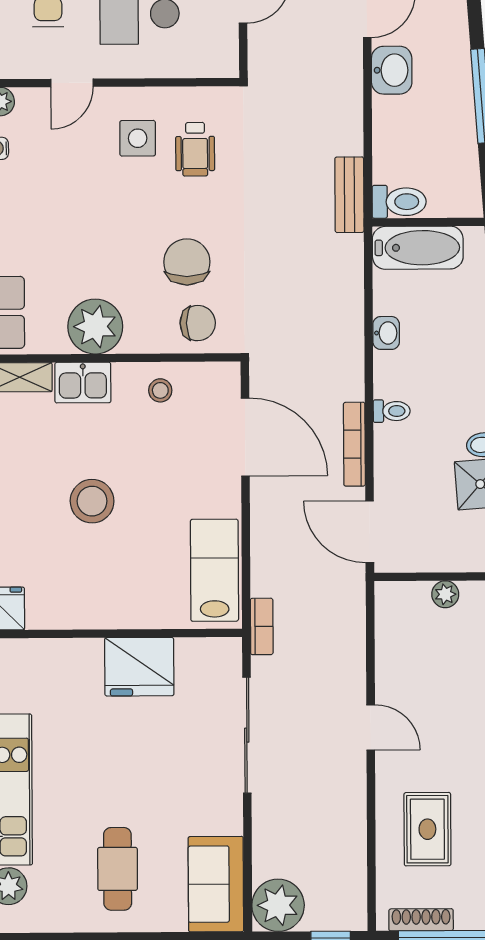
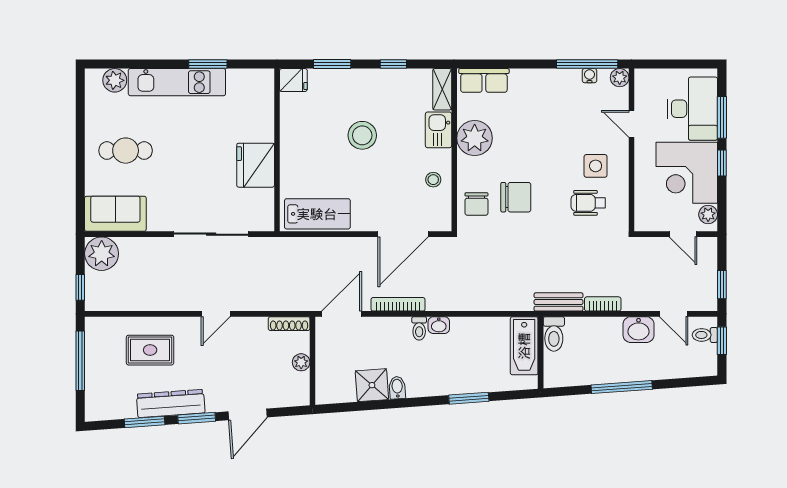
washbasin: (386, 333) -> (439, 325), moved
bookcase: (262, 626) -> (603, 304), moved, turned 180
shoe rack: (421, 920) -> (289, 324), moved, turned 90

